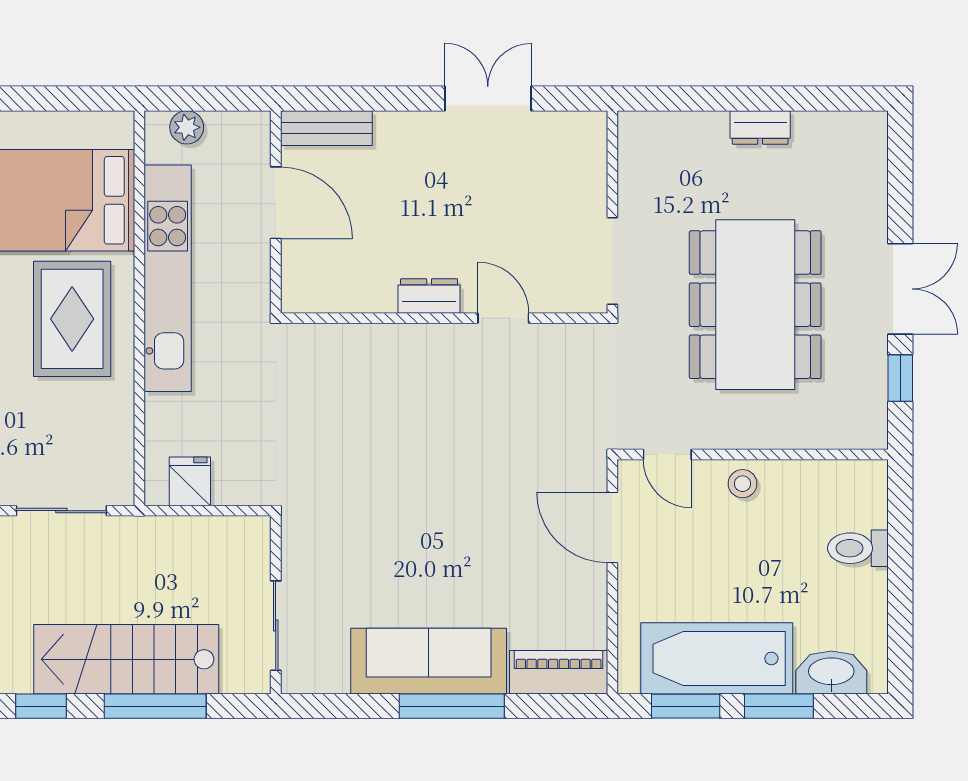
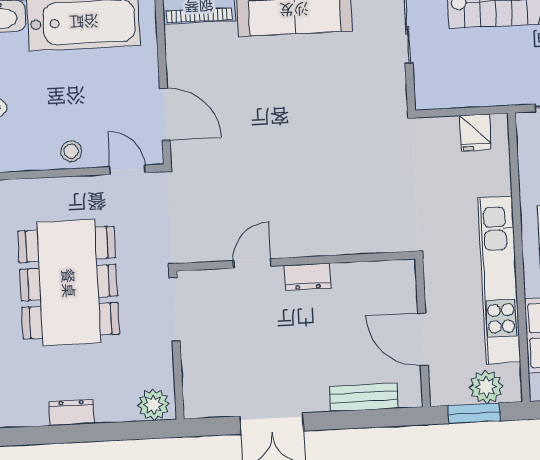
window: (211, 98) -> (474, 413), added
plant: (187, 127) -> (486, 387), width x1.38, depth x1.38
bench: (326, 128) -> (364, 397), moved
plant: (648, 132) -> (154, 405), added
door: (503, 318) -> (252, 263), swing flipped

